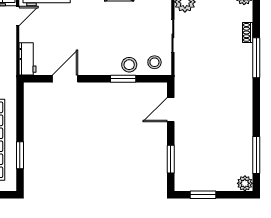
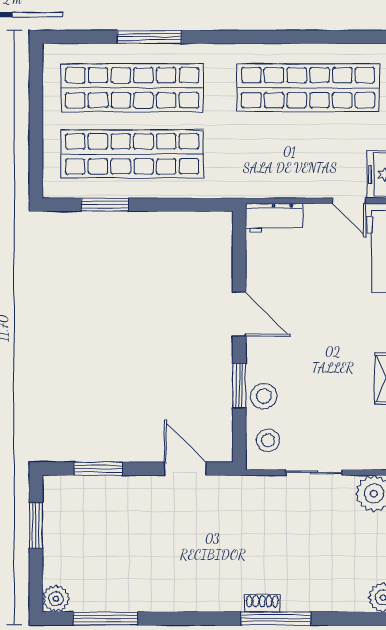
shoe rack: (248, 32) -> (262, 604), moved
door: (65, 79) -> (239, 314), moved

